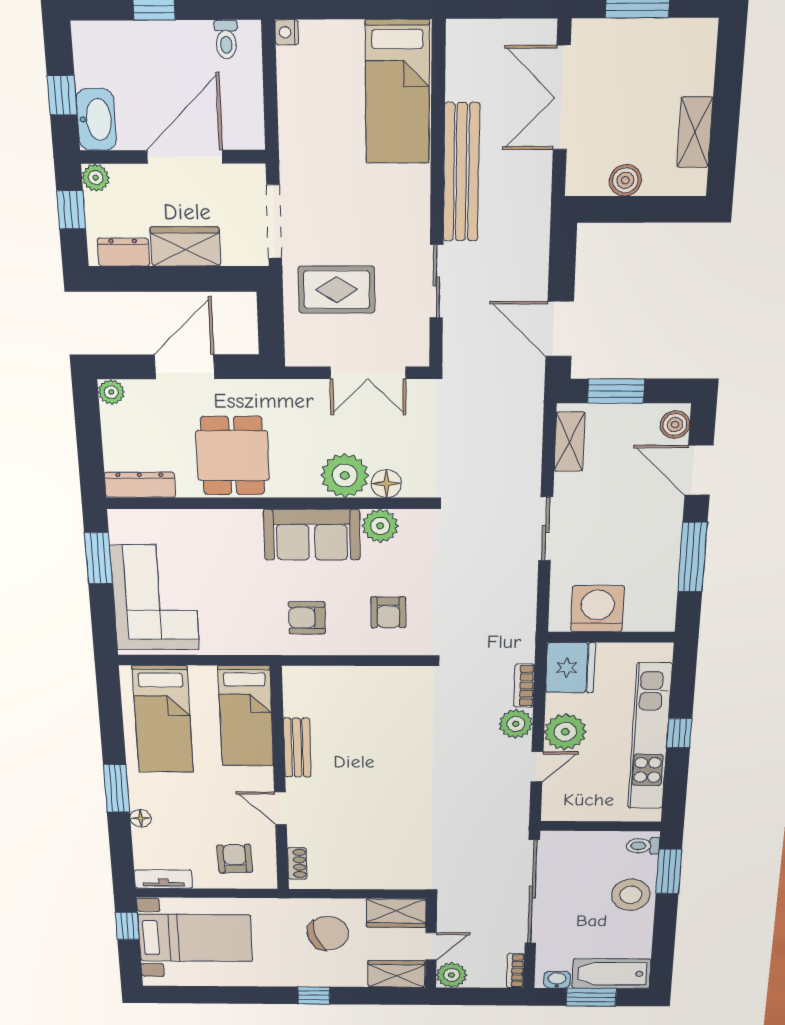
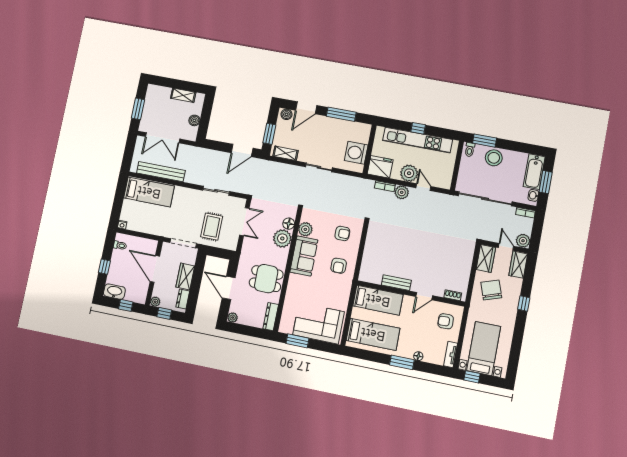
washbasin: (96, 119) -> (114, 292), moved
bench: (461, 173) -> (161, 172), moved

